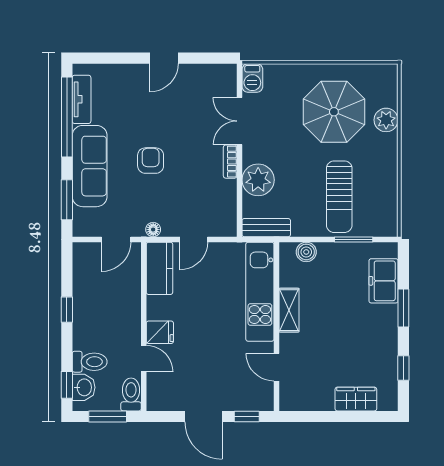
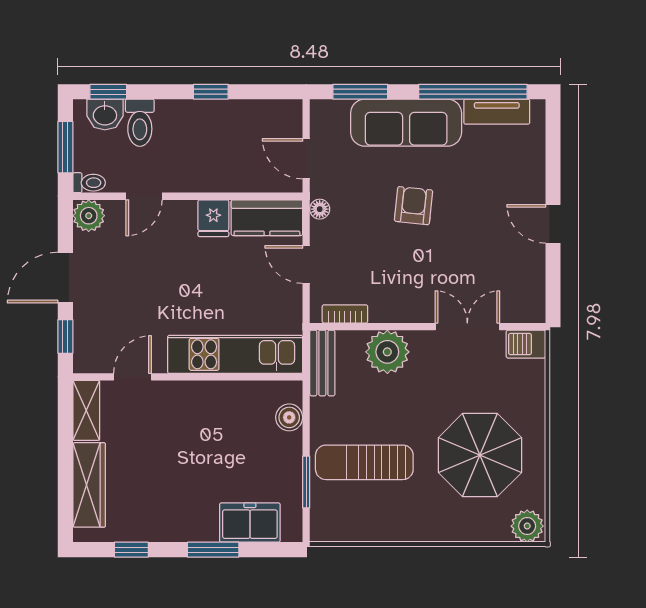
plant: (386, 120) -> (527, 526), moved
armchair: (151, 161) -> (414, 206), turned -84
bookcase: (230, 162) -> (345, 314), moved
shelving: (289, 310) -> (86, 410), moved, turned 90
fridge: (160, 332) -> (213, 218), moved
toilet: (131, 394) -> (89, 183), width x0.73, depth x0.72
plant: (158, 399) -> (89, 216), added
wardrobe: (356, 399) -> (89, 485), width x1.50

